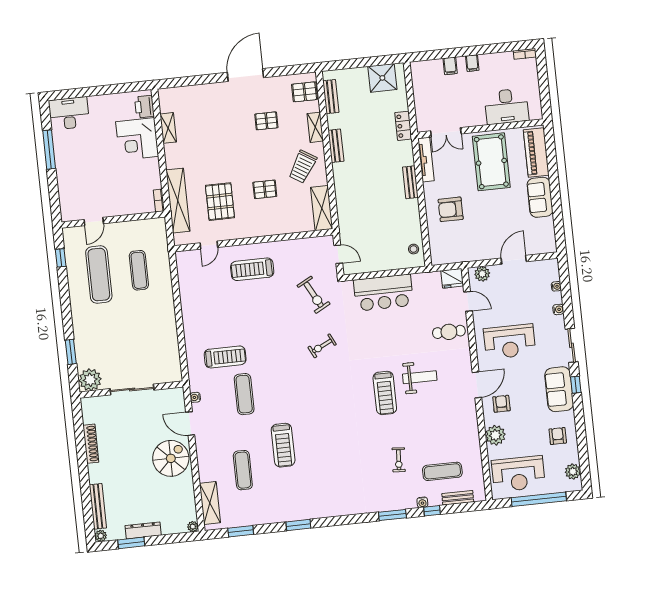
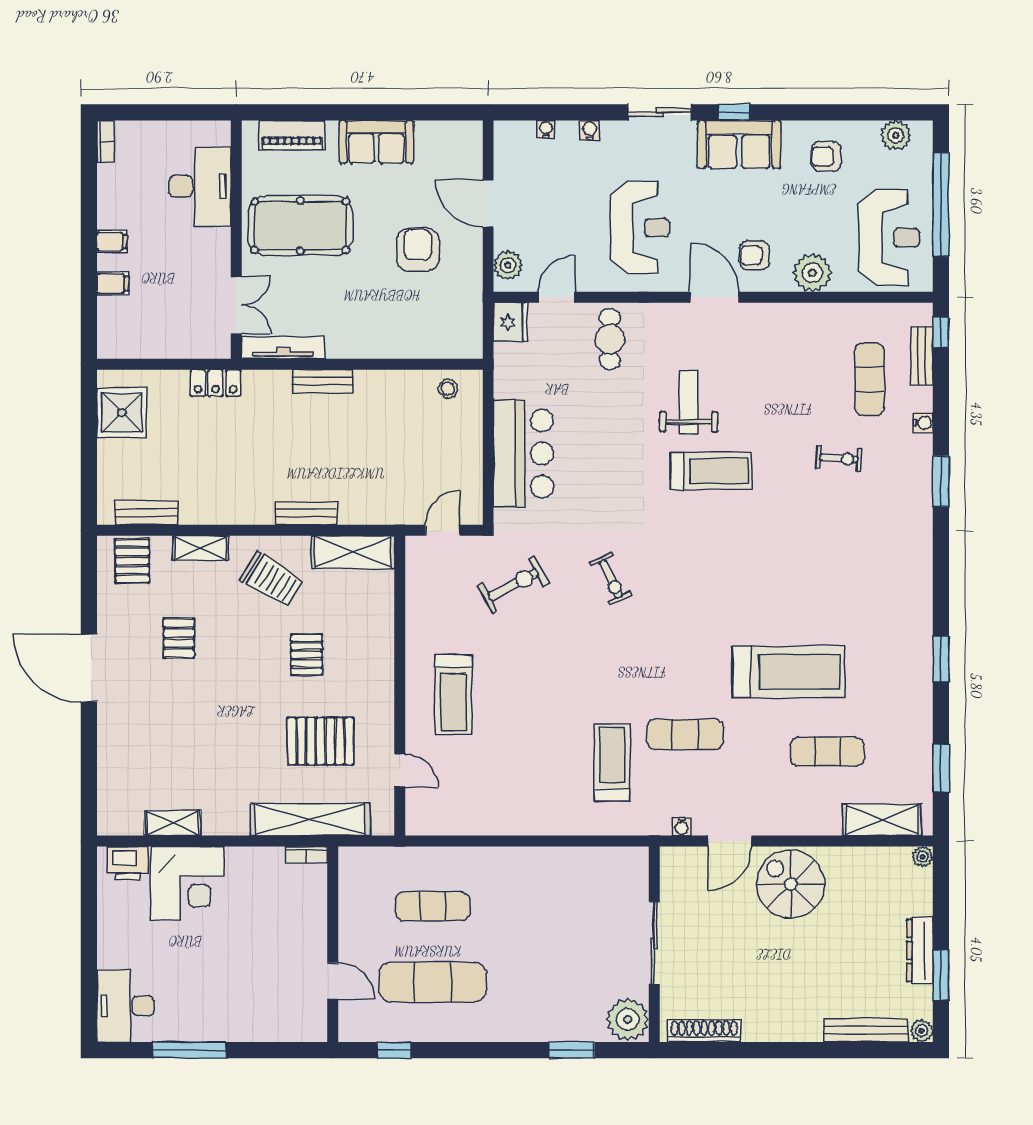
bench: (336, 146) -> (306, 513), moved
piano: (536, 152) -> (292, 135), width x0.73, depth x0.75
armchair: (451, 209) -> (418, 250), moved, turned 180
shoe rack: (91, 444) -> (704, 1031), moved
treadmill: (283, 445) -> (788, 672), width x1.37, depth x1.38
window: (432, 511) -> (941, 332), moved

